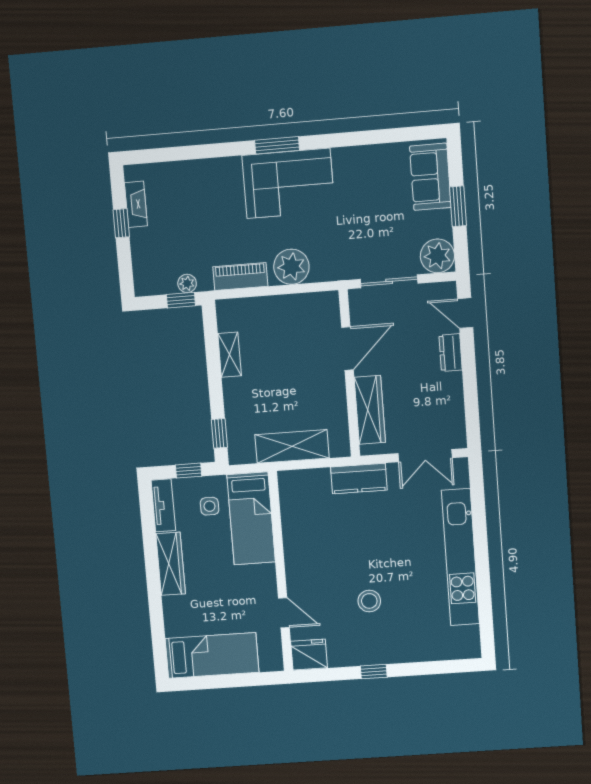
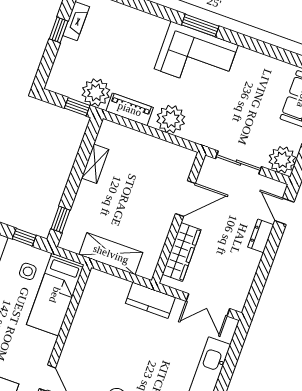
plant: (187, 283) -> (96, 92), width x1.88, depth x1.88

